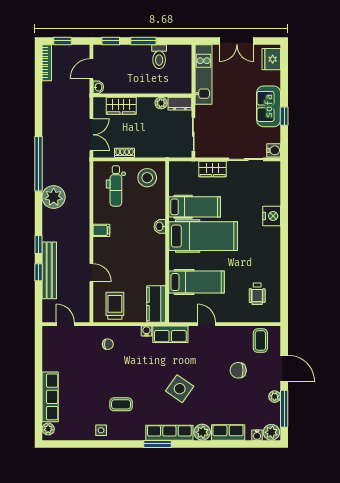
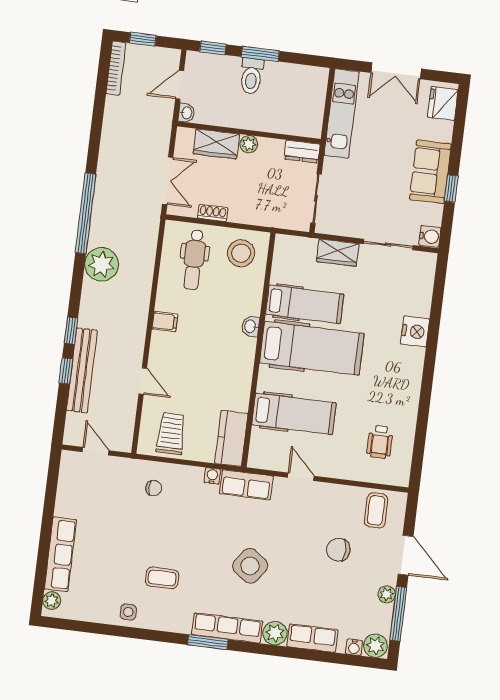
toilet: (159, 57) -> (251, 76), moved
plant: (161, 103) -> (249, 144), moved

